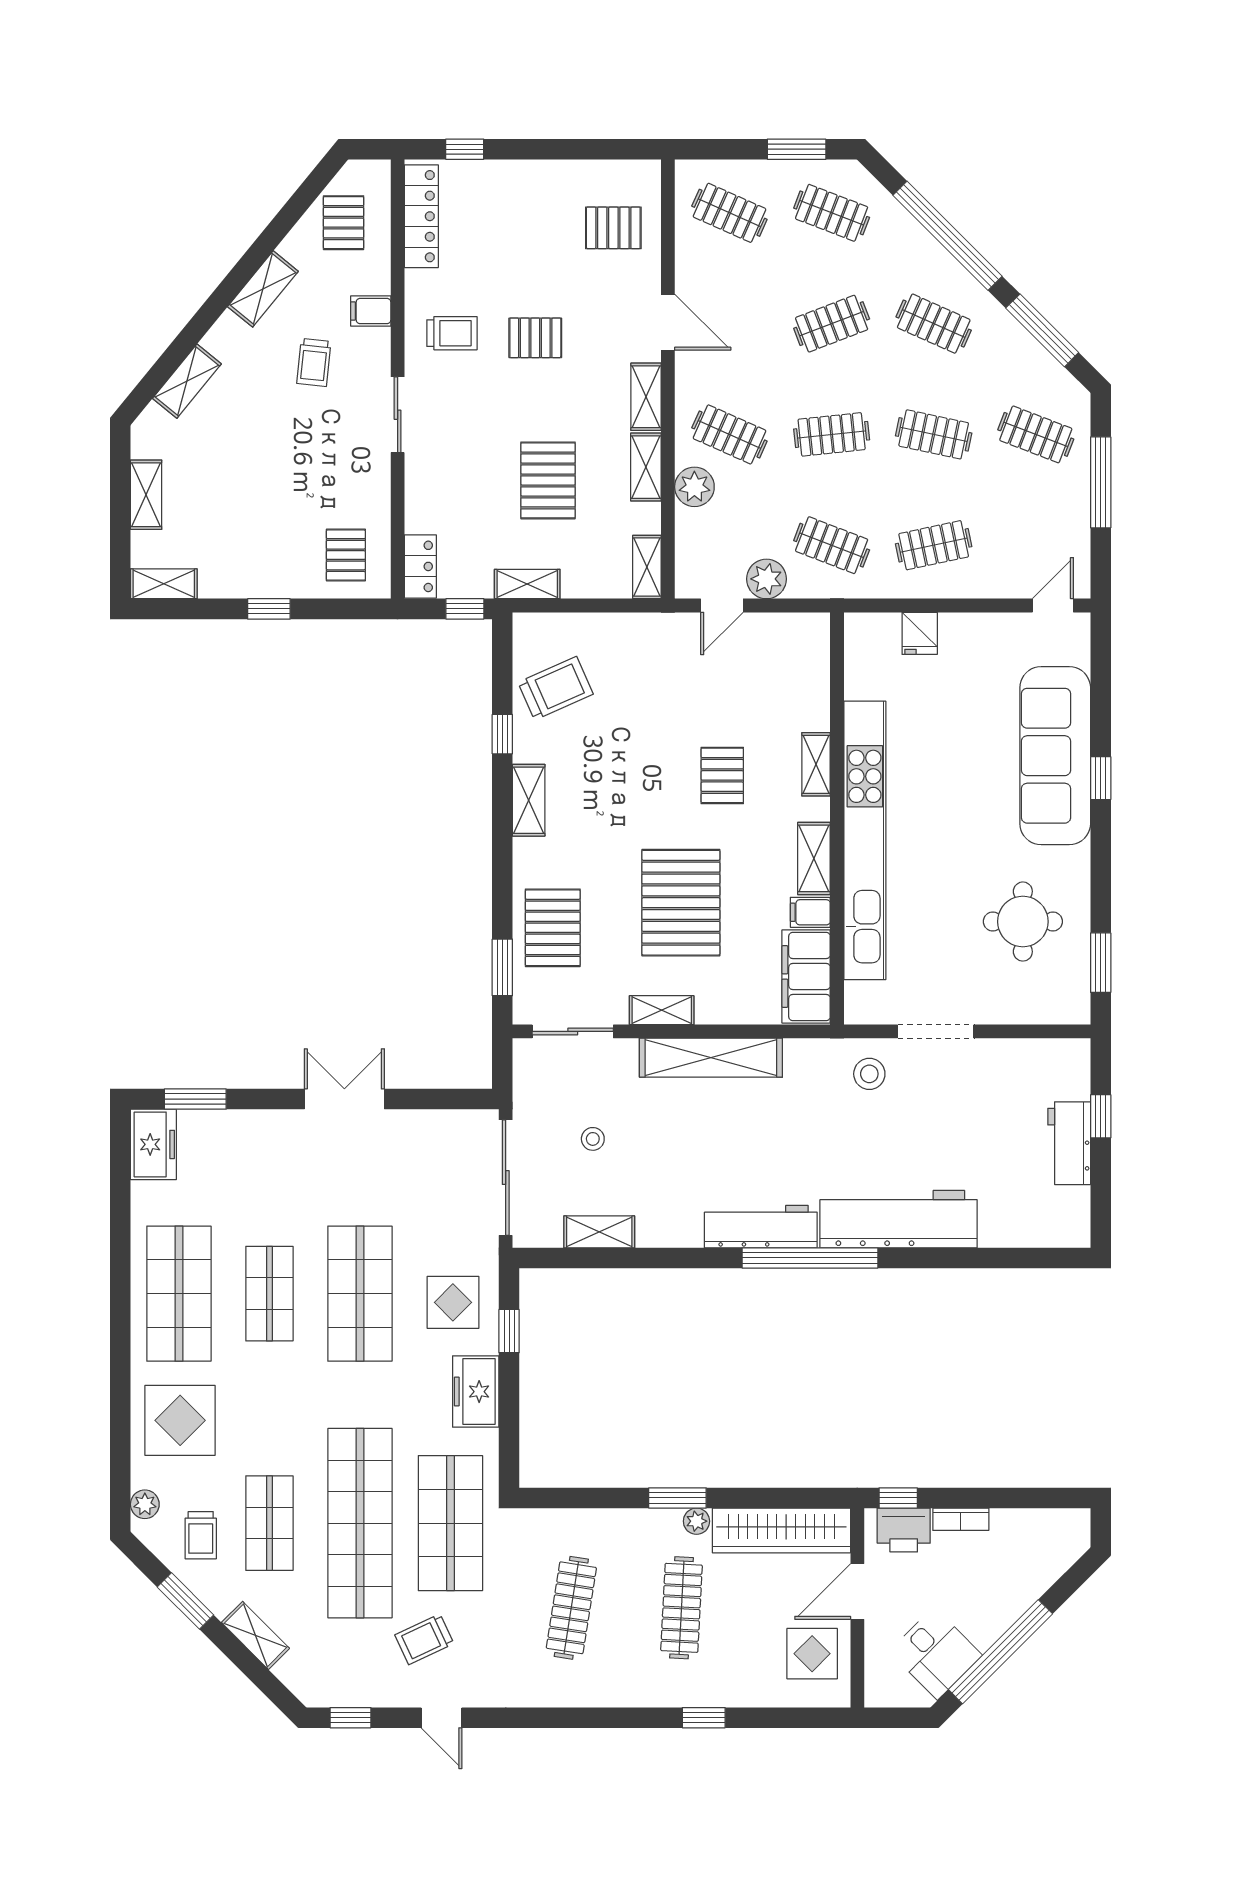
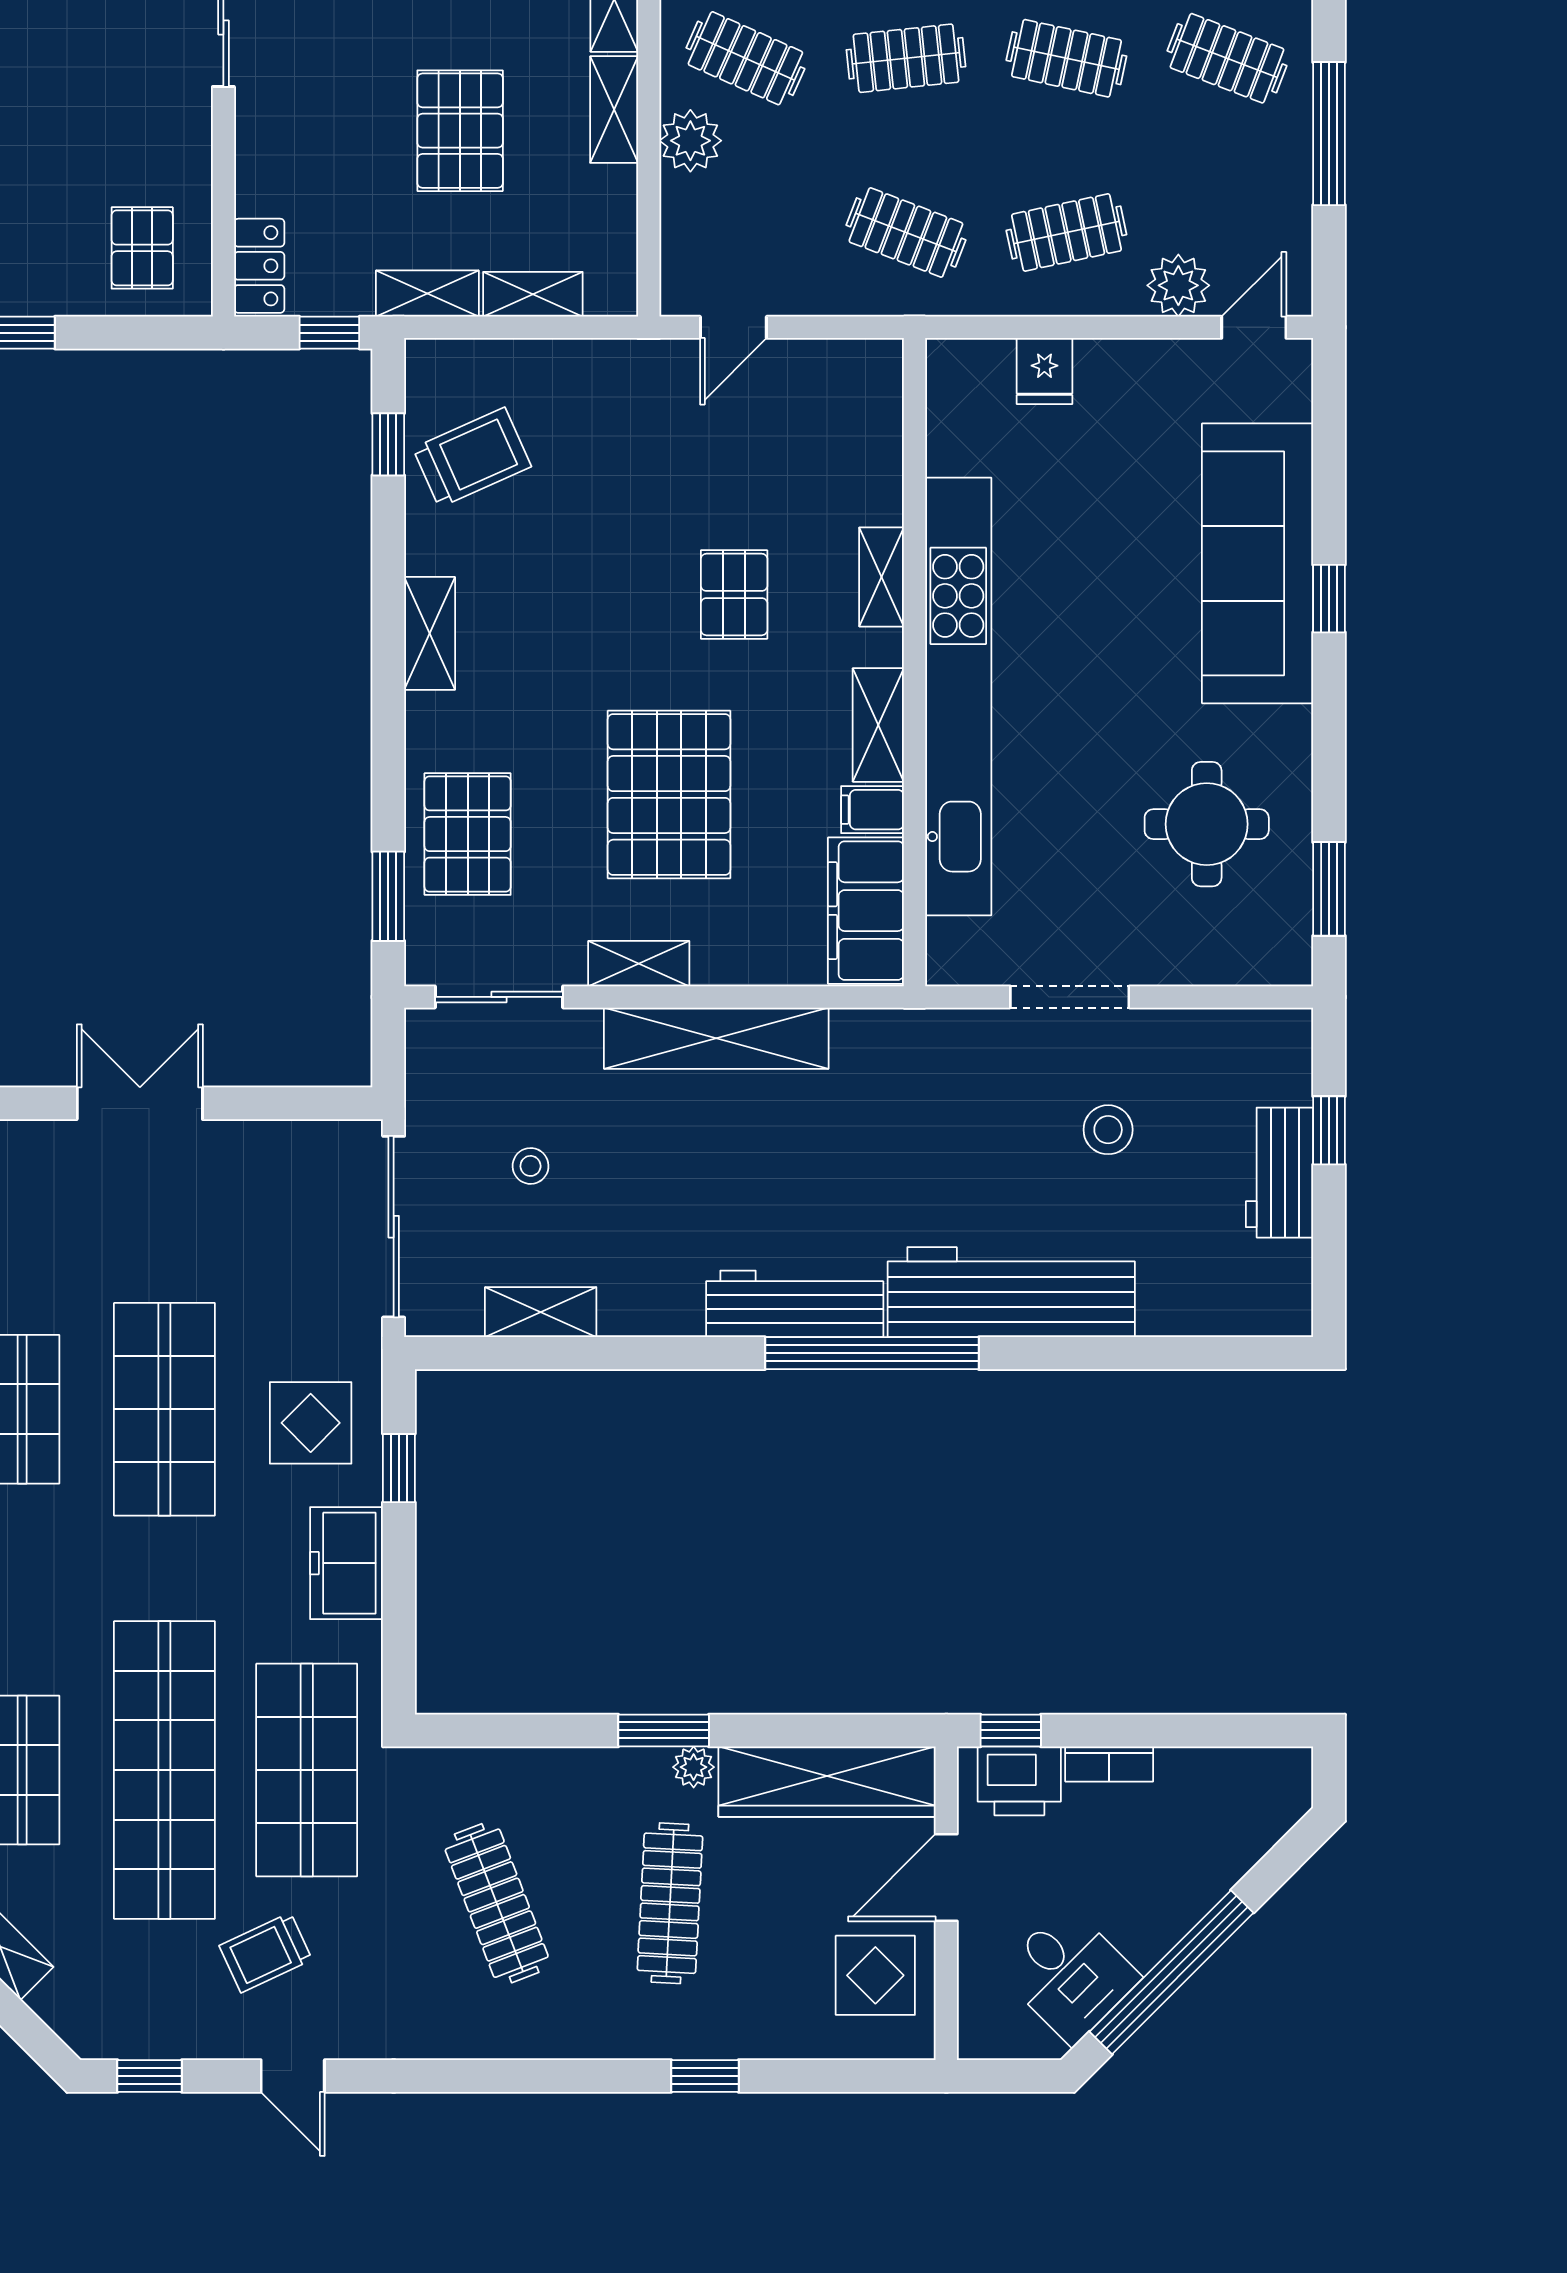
shelving: (647, 567) -> (533, 294), moved, turned 90
plant: (766, 579) -> (1178, 285), moved
window: (502, 734) -> (388, 444), moved
stool: (869, 1074) -> (1108, 1130), moved
clothes rail: (571, 1608) -> (497, 1903), turned -30

